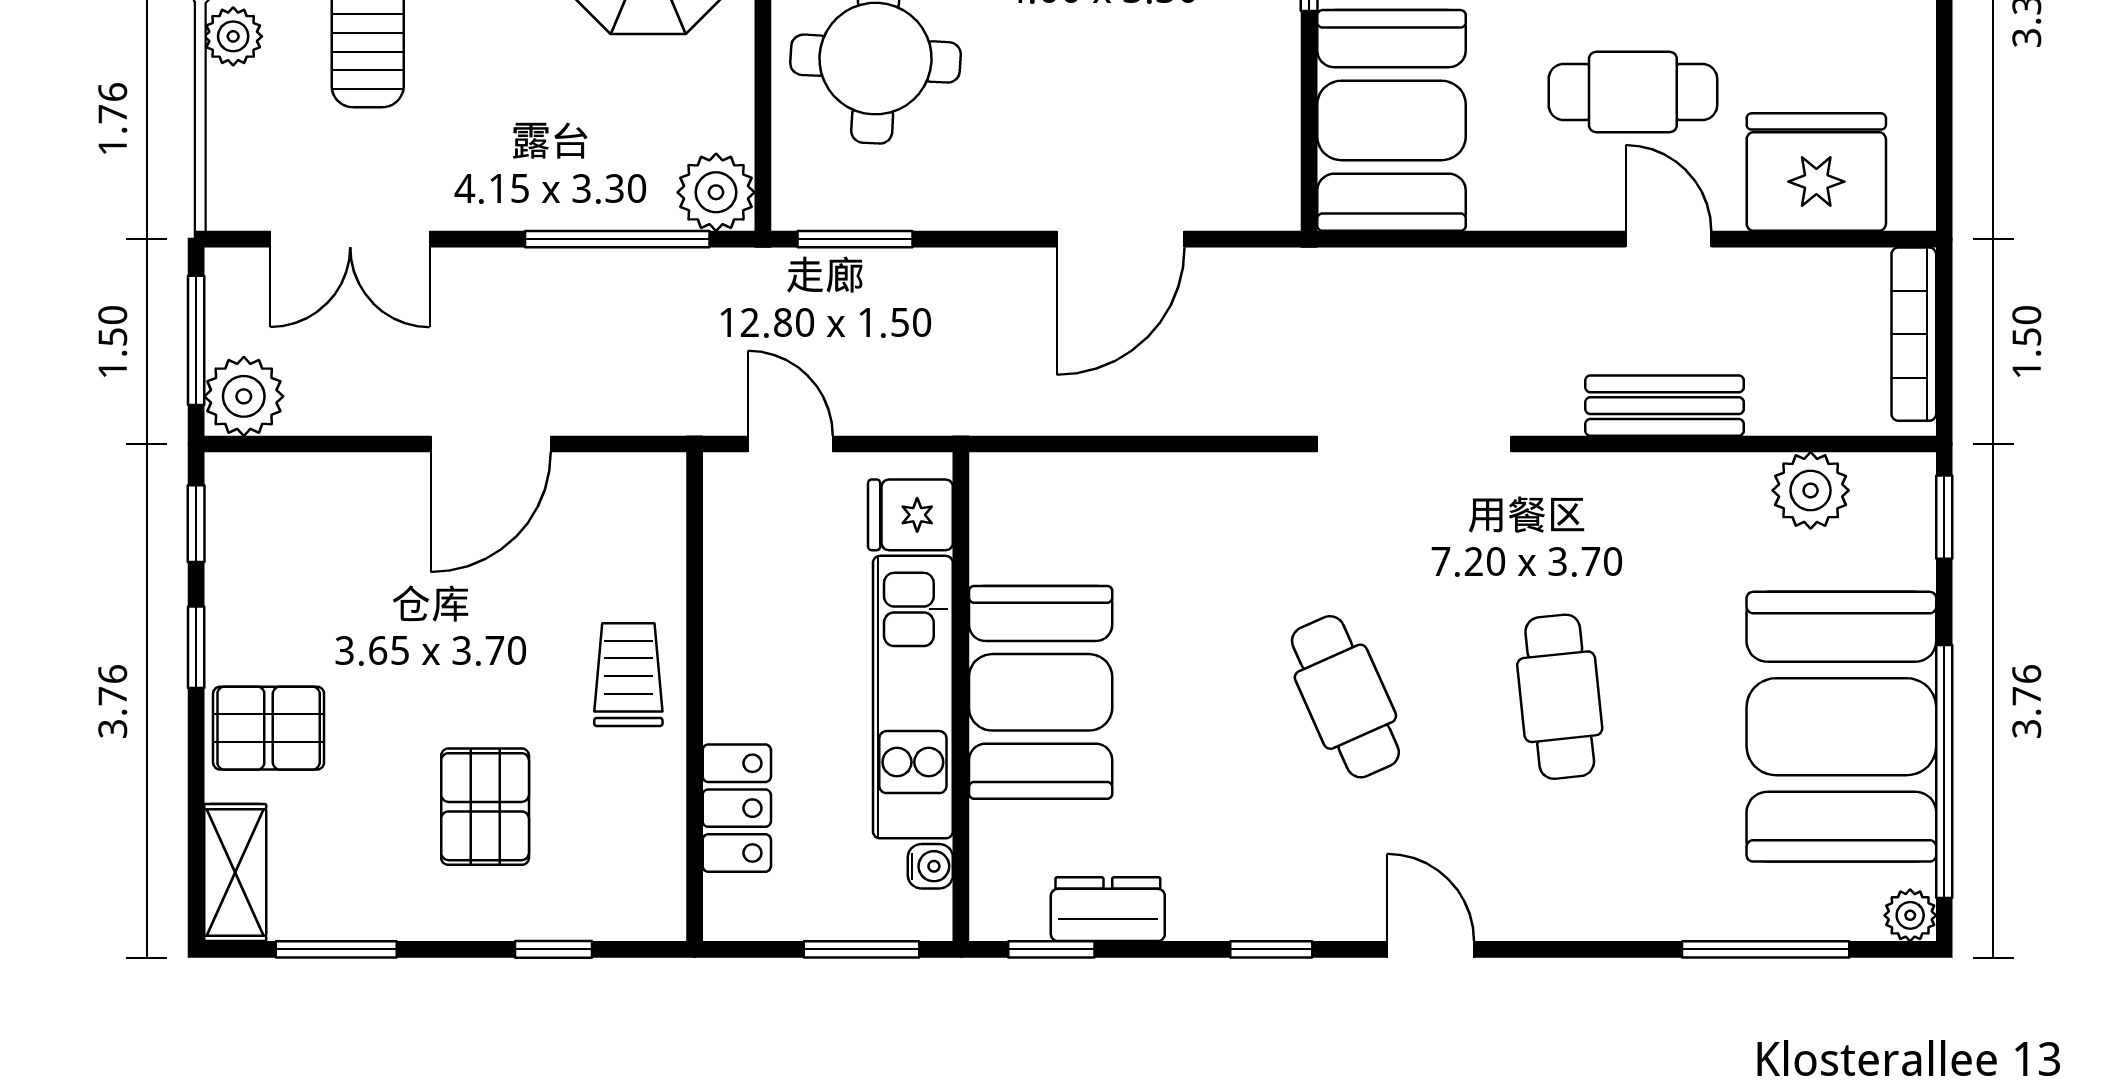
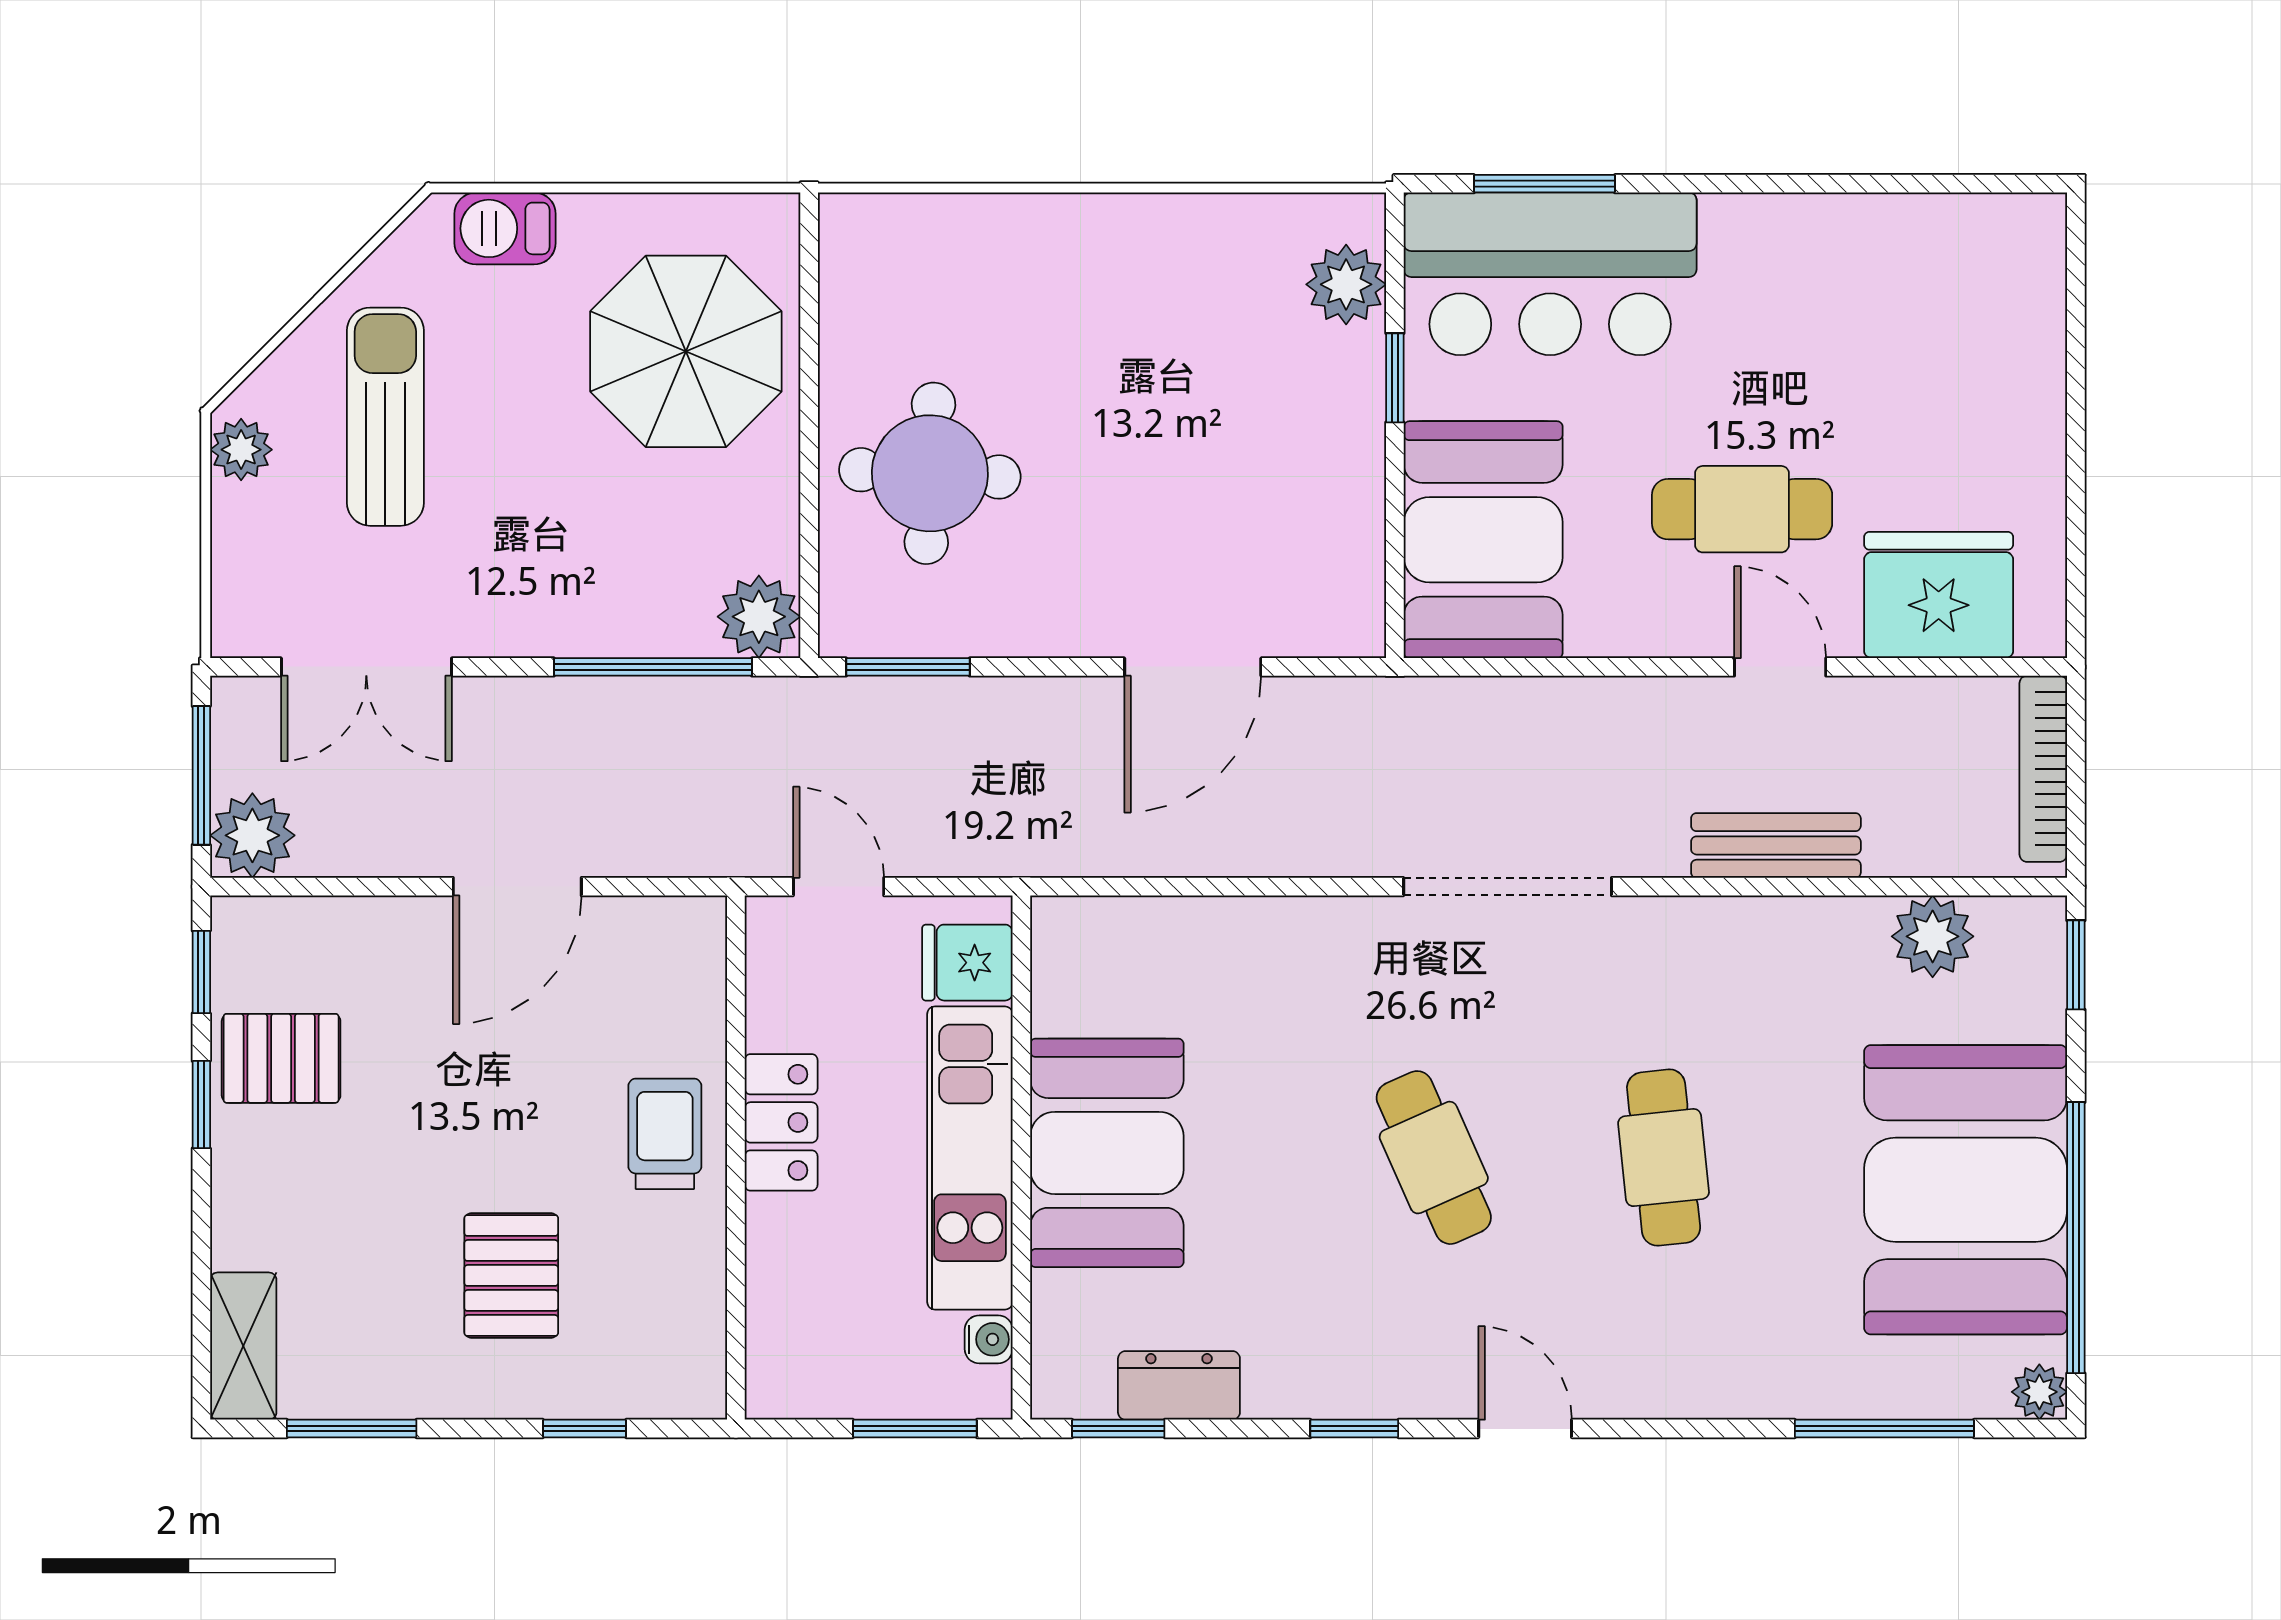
pallet: (269, 728) -> (281, 1058), moved
locker: (737, 808) -> (781, 1122), moved

